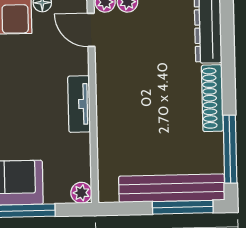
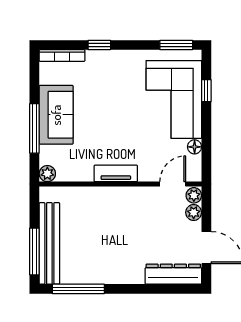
shoe rack: (212, 98) -> (118, 276), removed

